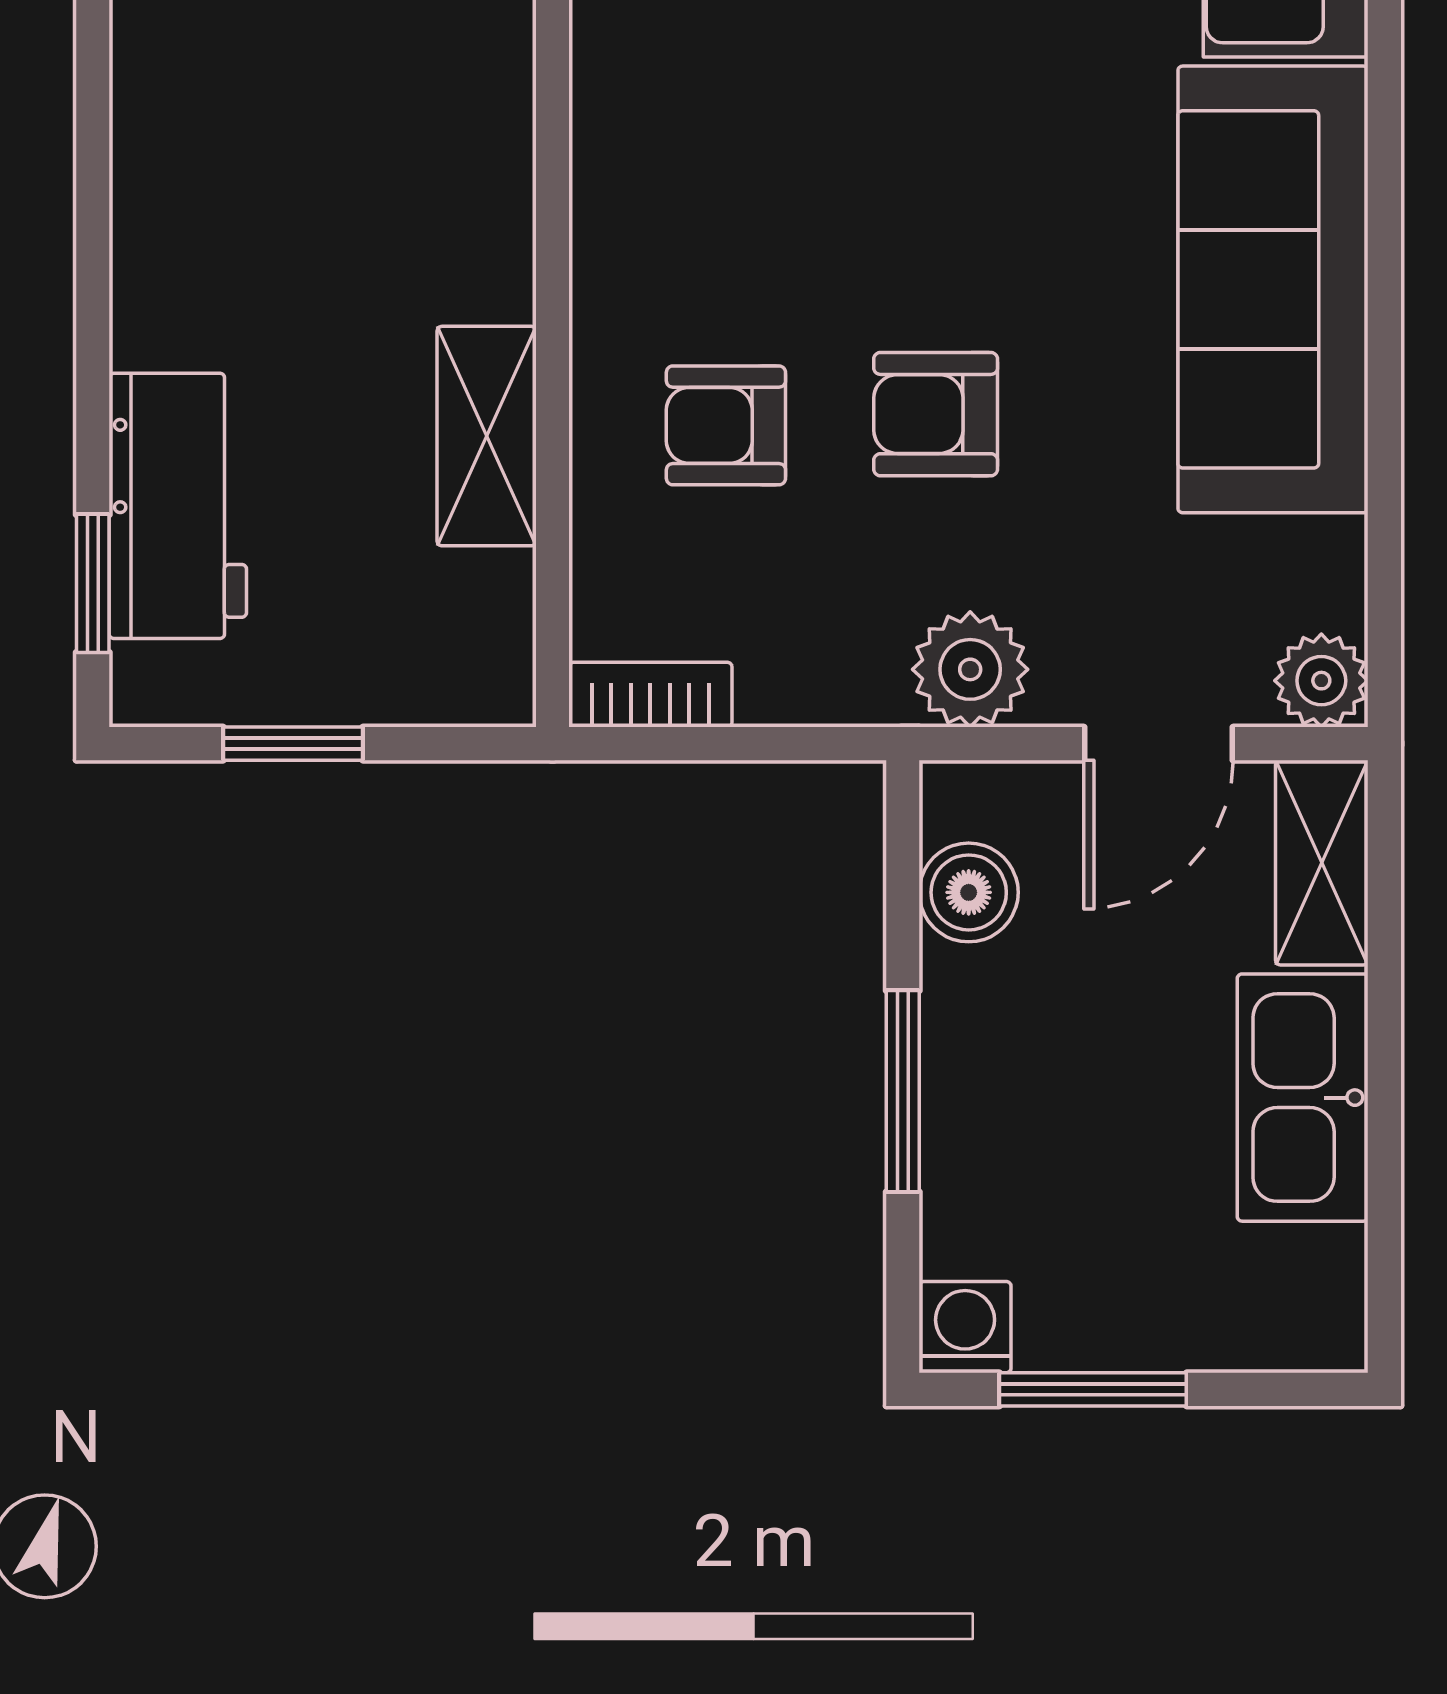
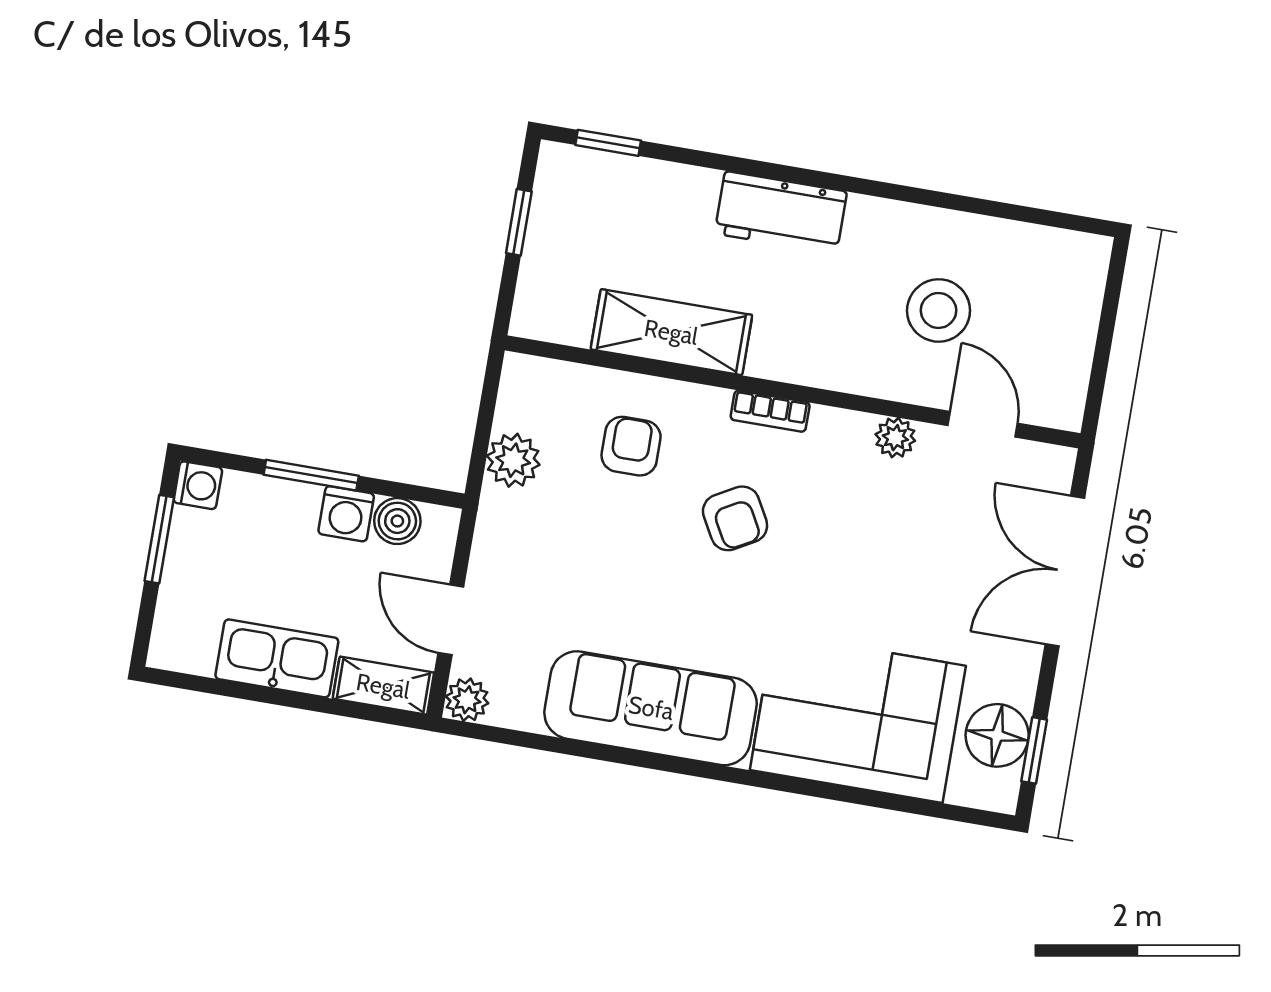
armchair: (936, 414) -> (735, 518), moved, turned 151
shelving: (487, 436) -> (671, 332), width x1.50, depth x1.33
workbench: (178, 506) -> (781, 213), moved
plant: (970, 669) -> (513, 460), moved
bookcase: (650, 695) -> (770, 411), moved, turned 90
washing machine: (972, 1003) -> (346, 514), added

